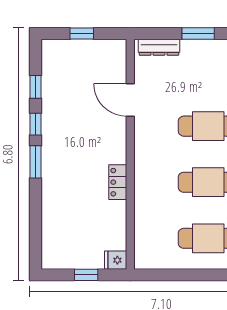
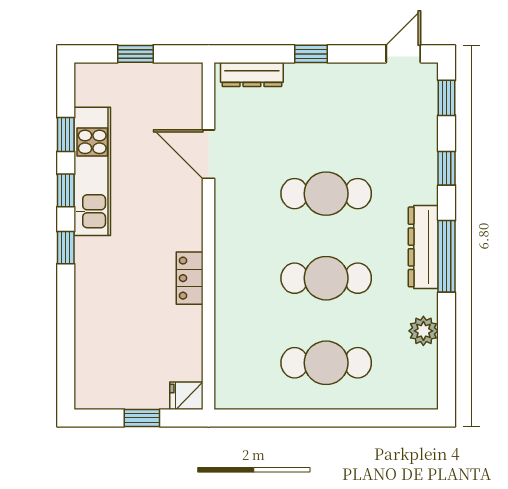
window: (198, 33) -> (311, 54), width x0.67
kitchen unit: (53, 111) -> (92, 171), added
window: (36, 162) -> (66, 248), width x0.67

